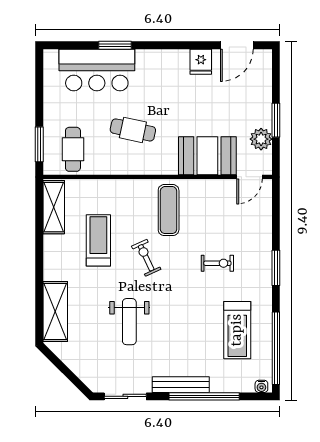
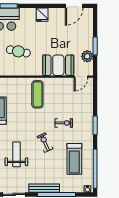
fridge: (201, 62) -> (42, 15), moved
exercise bike: (146, 258) -> (45, 143), moved
weight bench: (129, 322) -> (16, 154), turned 180

